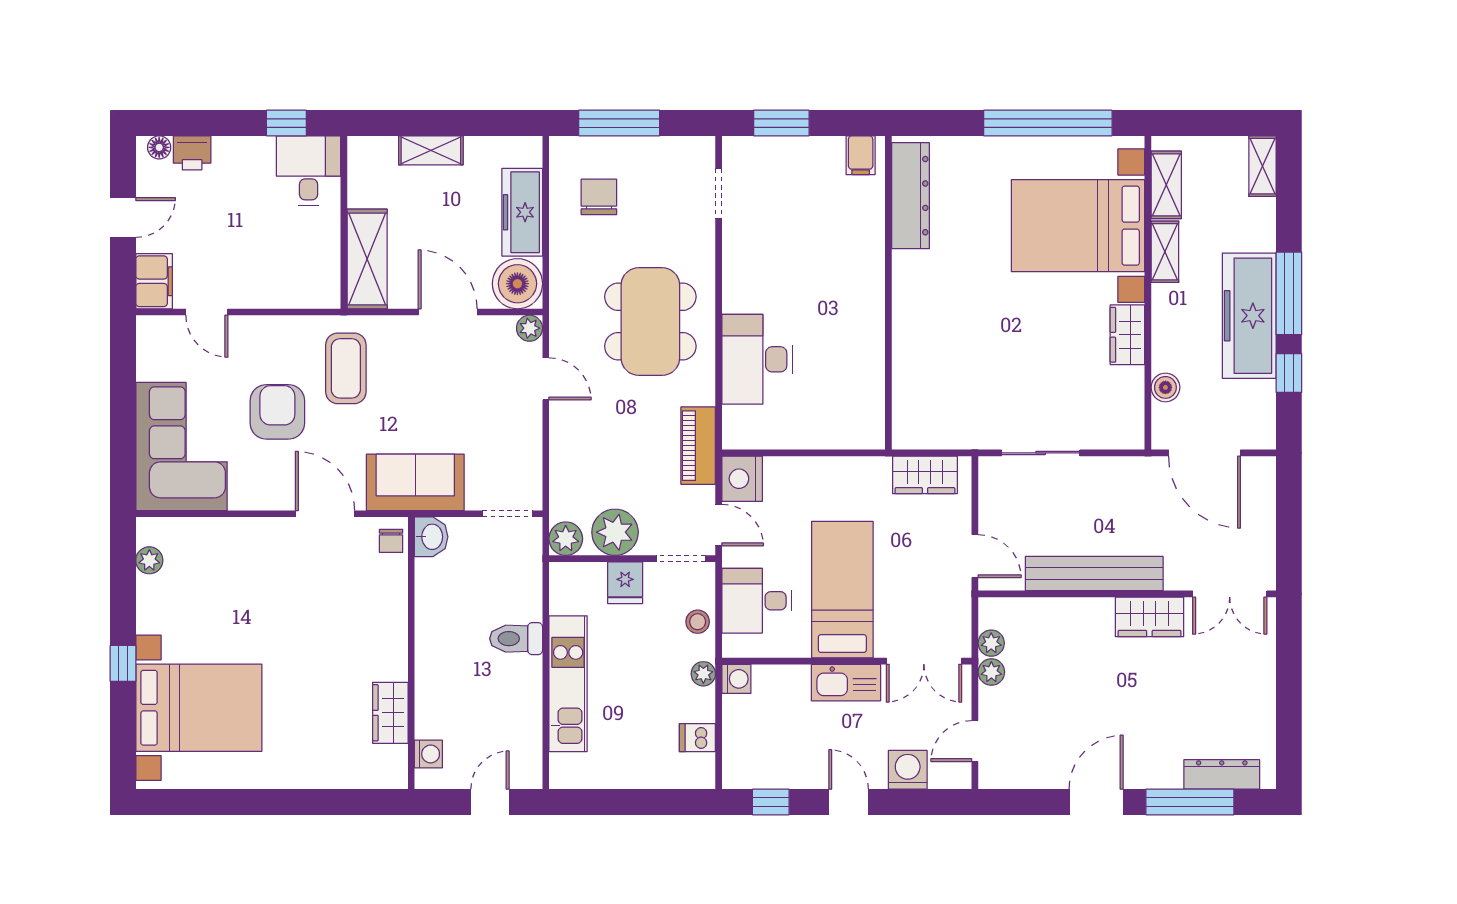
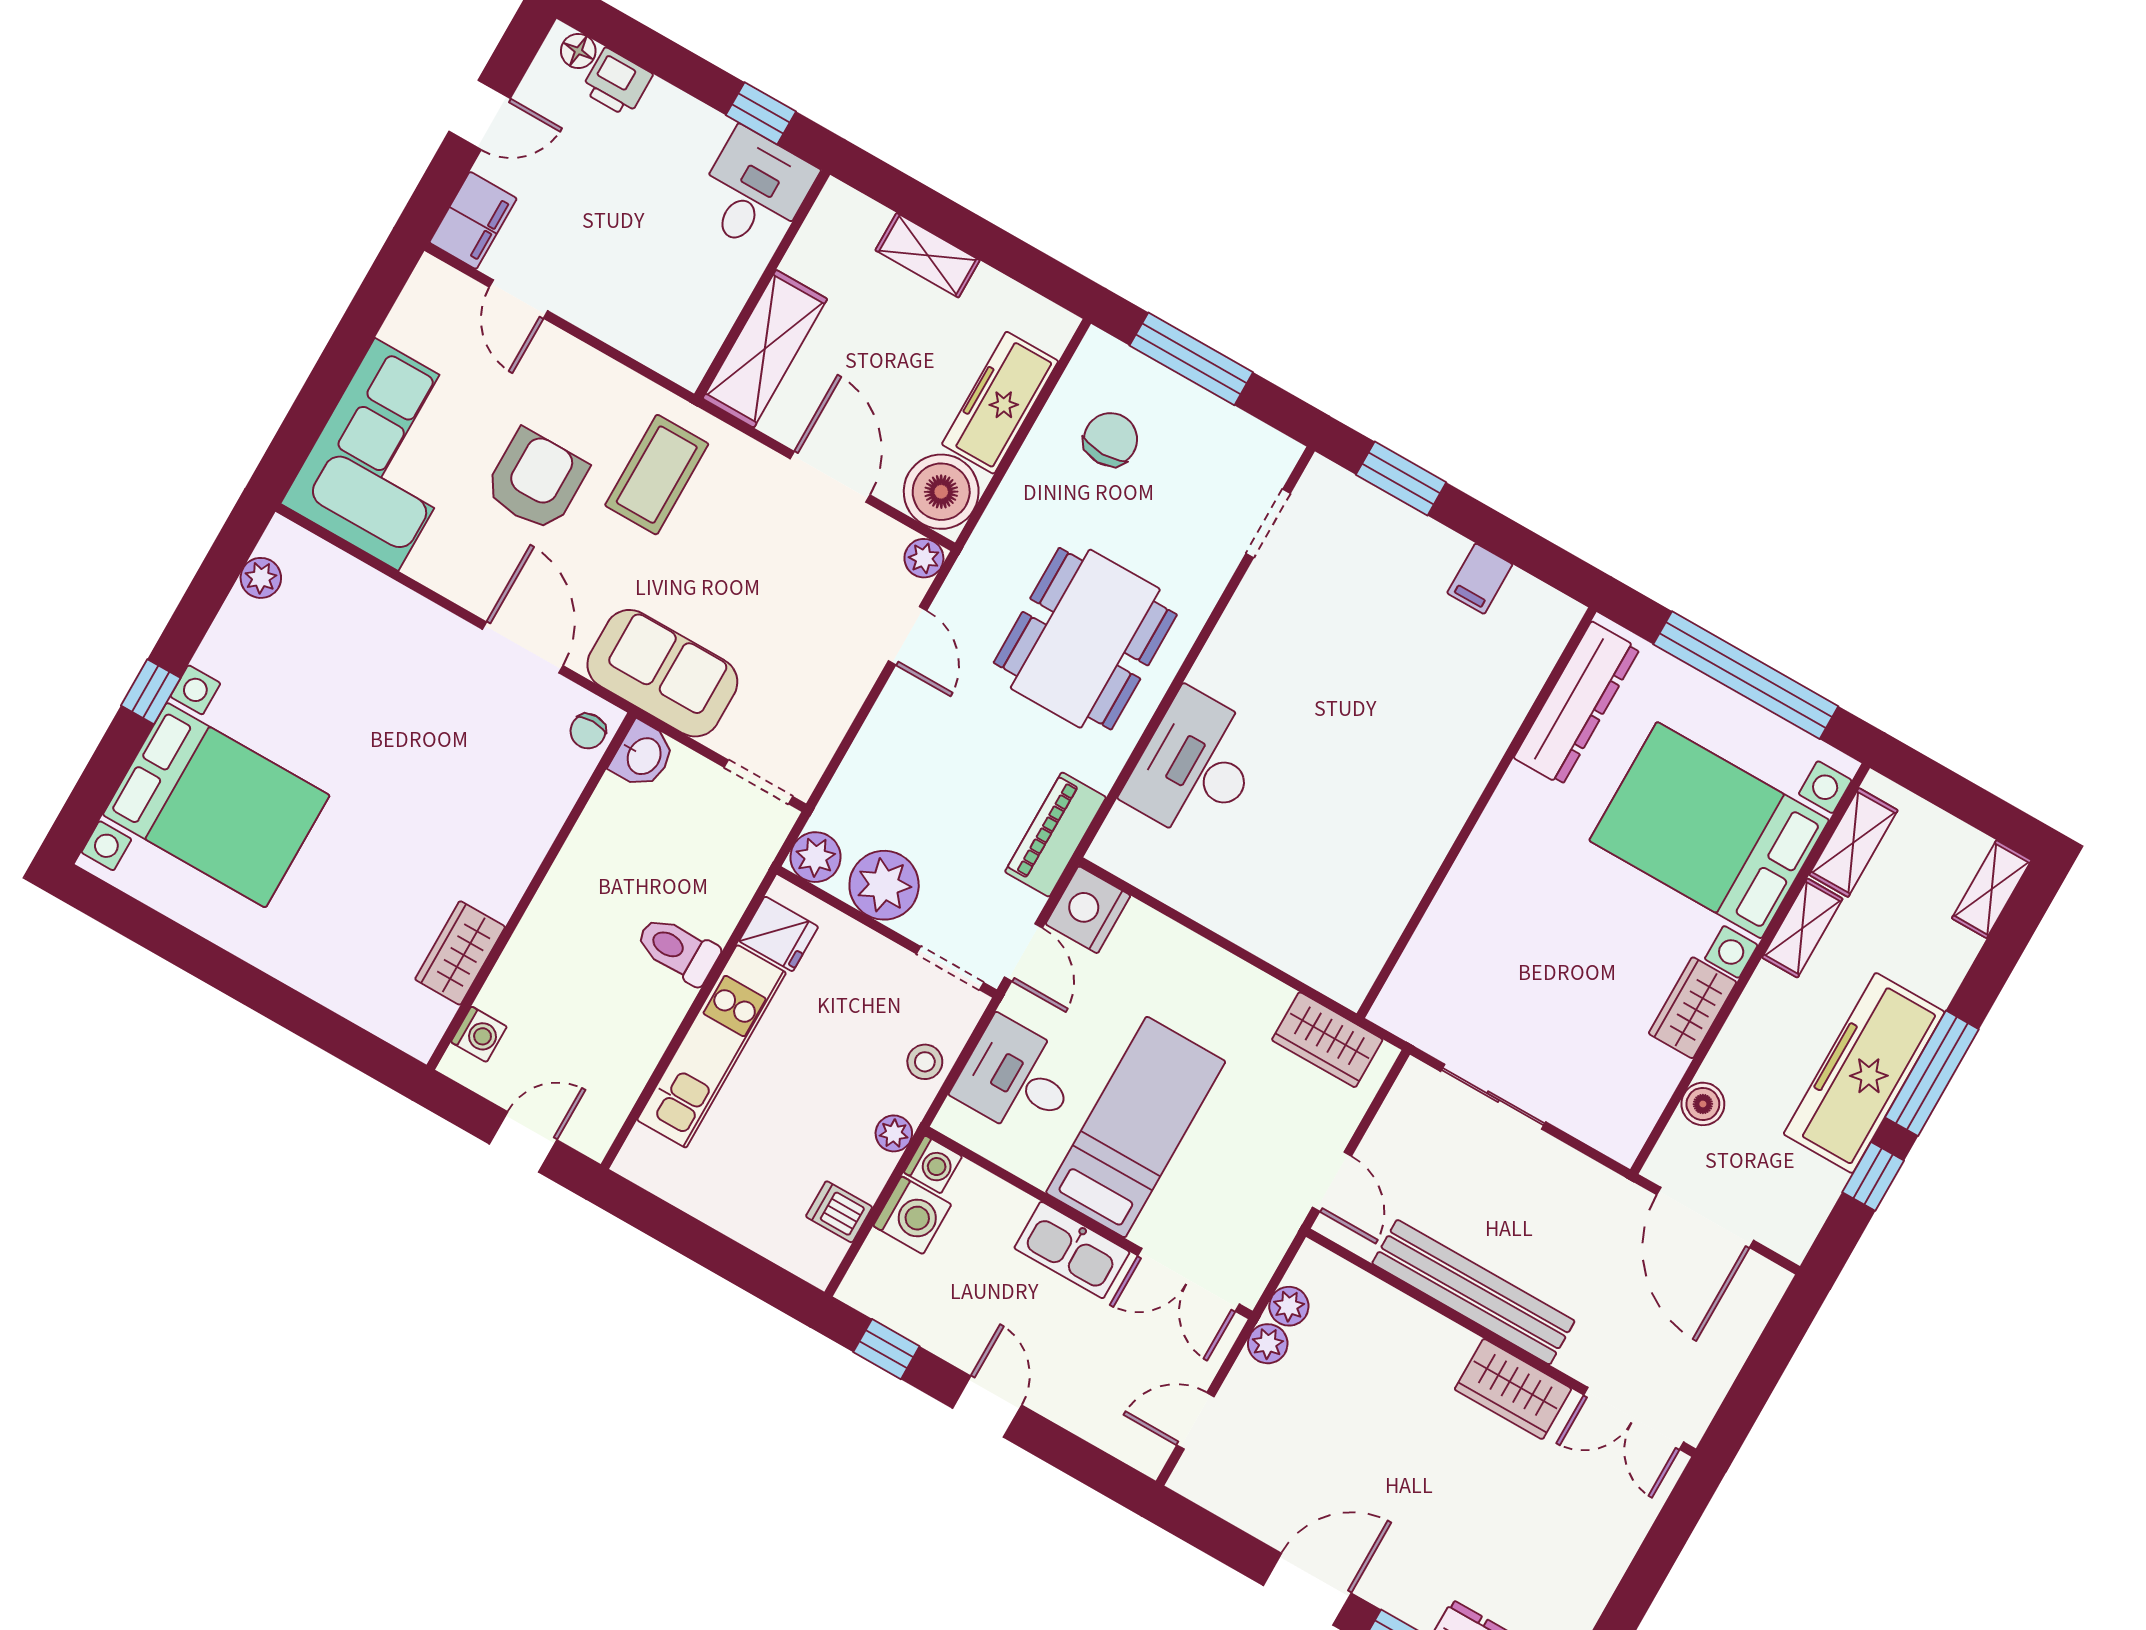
dresser: (911, 196) -> (1577, 703), moved
wall: (888, 293) -> (1477, 813), moved
fridge: (625, 583) -> (779, 934), moved, turned -90
washing machine: (908, 770) -> (912, 1215), moved, turned 90

